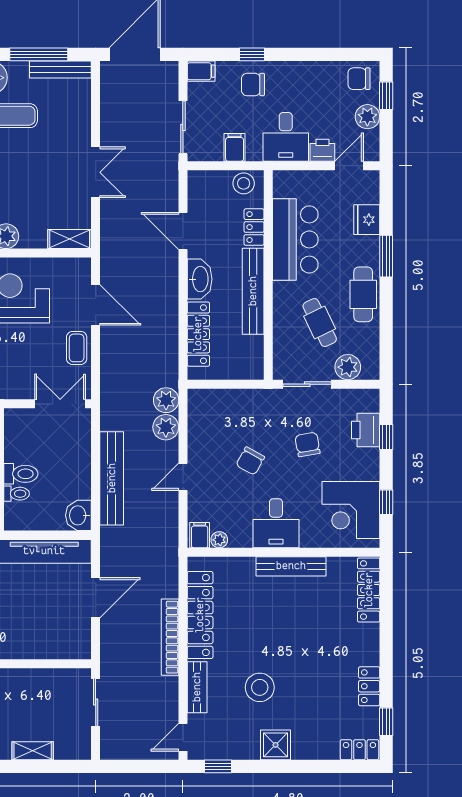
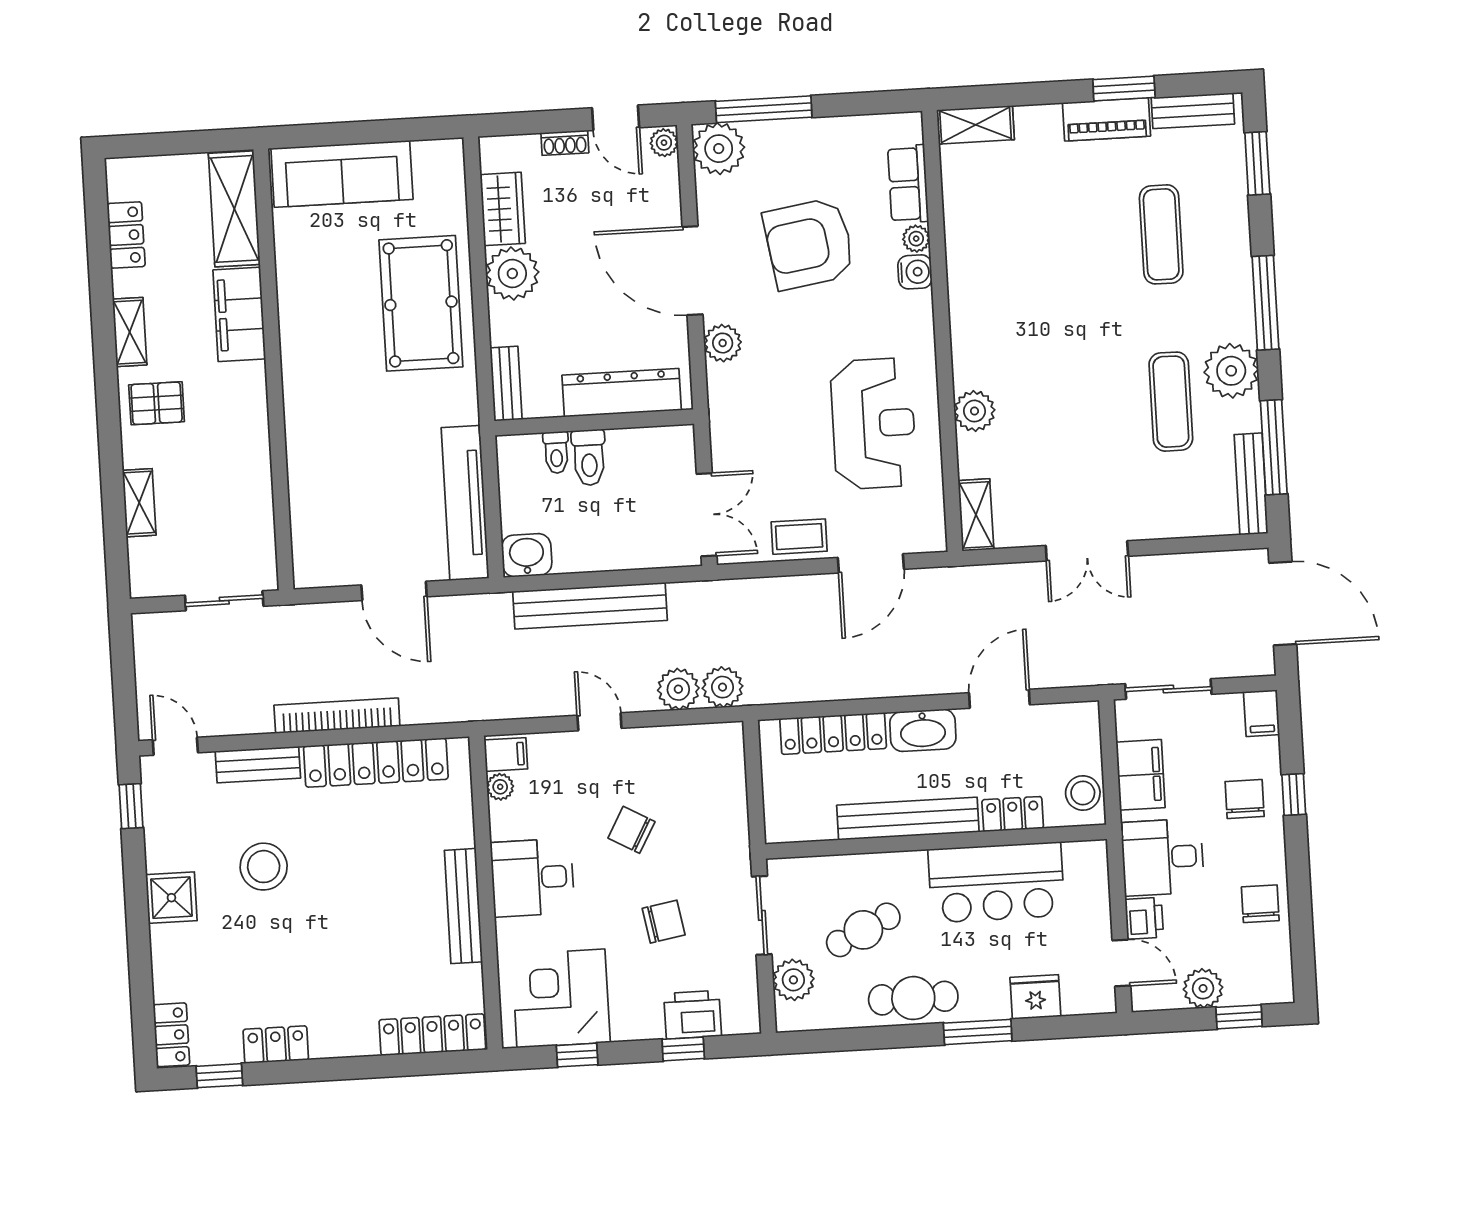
chair: (359, 79) -> (1260, 904), moved
filing cabinet: (235, 147) -> (1141, 775), width x2.00

